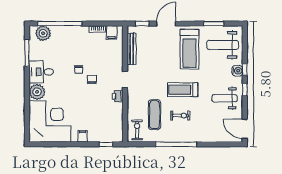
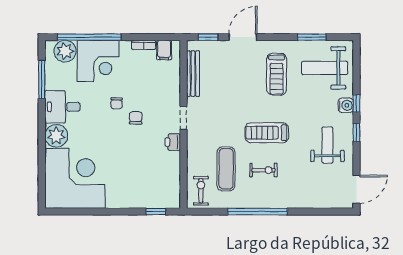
corner desk: (66, 40) -> (98, 61), added
treadmill: (189, 49) -> (277, 74), width x0.73, depth x0.73
weight bench: (225, 98) -> (327, 145), turned 90
door: (245, 129) -> (356, 189), swing flipped
filing cabinet: (83, 136) -> (122, 200), removed

